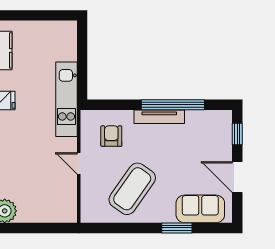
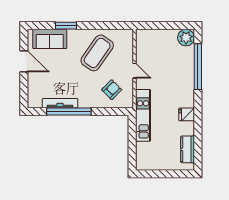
tv unit: (159, 117) -> (60, 103), moved
window: (237, 134) -> (24, 91), removed
armchair: (111, 136) -> (112, 90), turned -135

